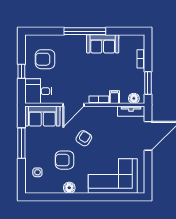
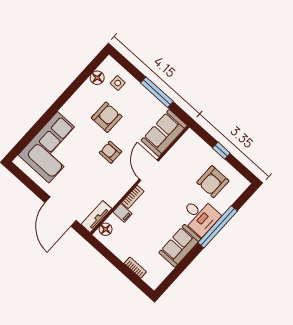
window: (85, 31) -> (218, 227), moved
armchair: (45, 59) -> (213, 182), turned 180
window: (148, 83) -> (108, 254), removed
desk: (38, 91) -> (200, 216), moved, turned 90
armchair: (84, 138) -> (111, 152), turned 147
floor lamp: (69, 188) -> (97, 78), moved

